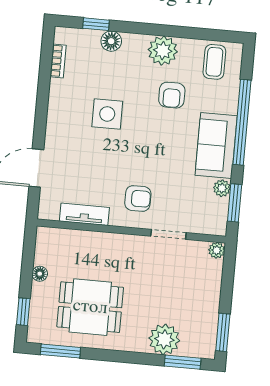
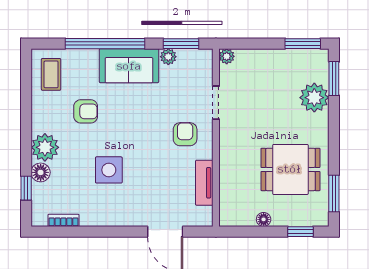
plant: (163, 51) -> (45, 147), moved
coffee table: (214, 62) -> (51, 74), turned 90
dining table: (90, 307) -> (290, 169), turned 90

